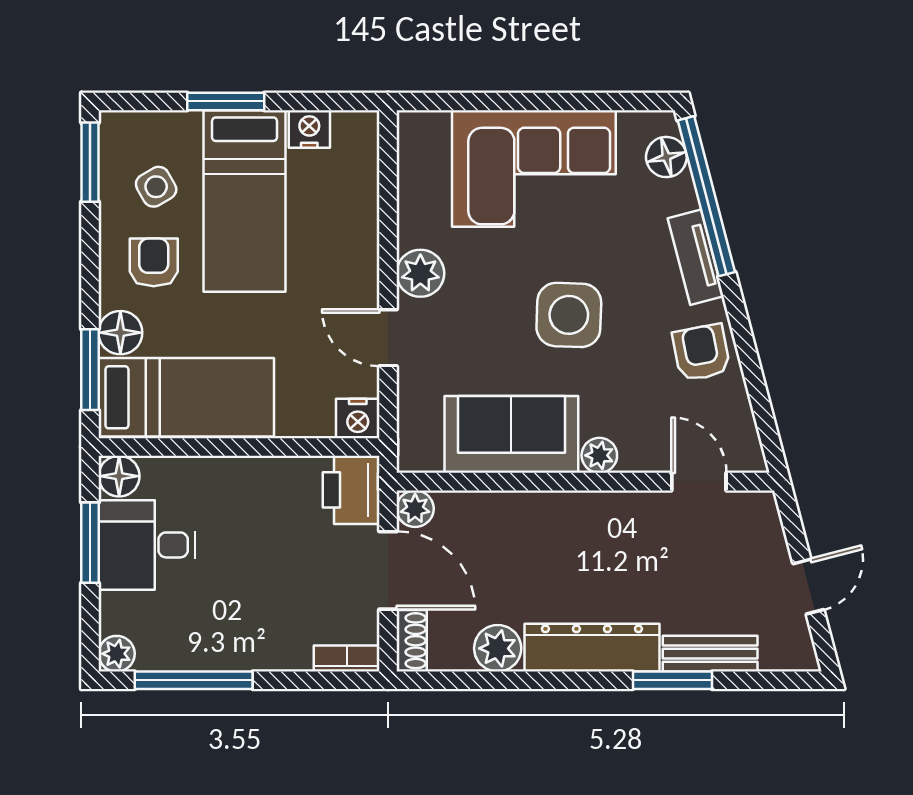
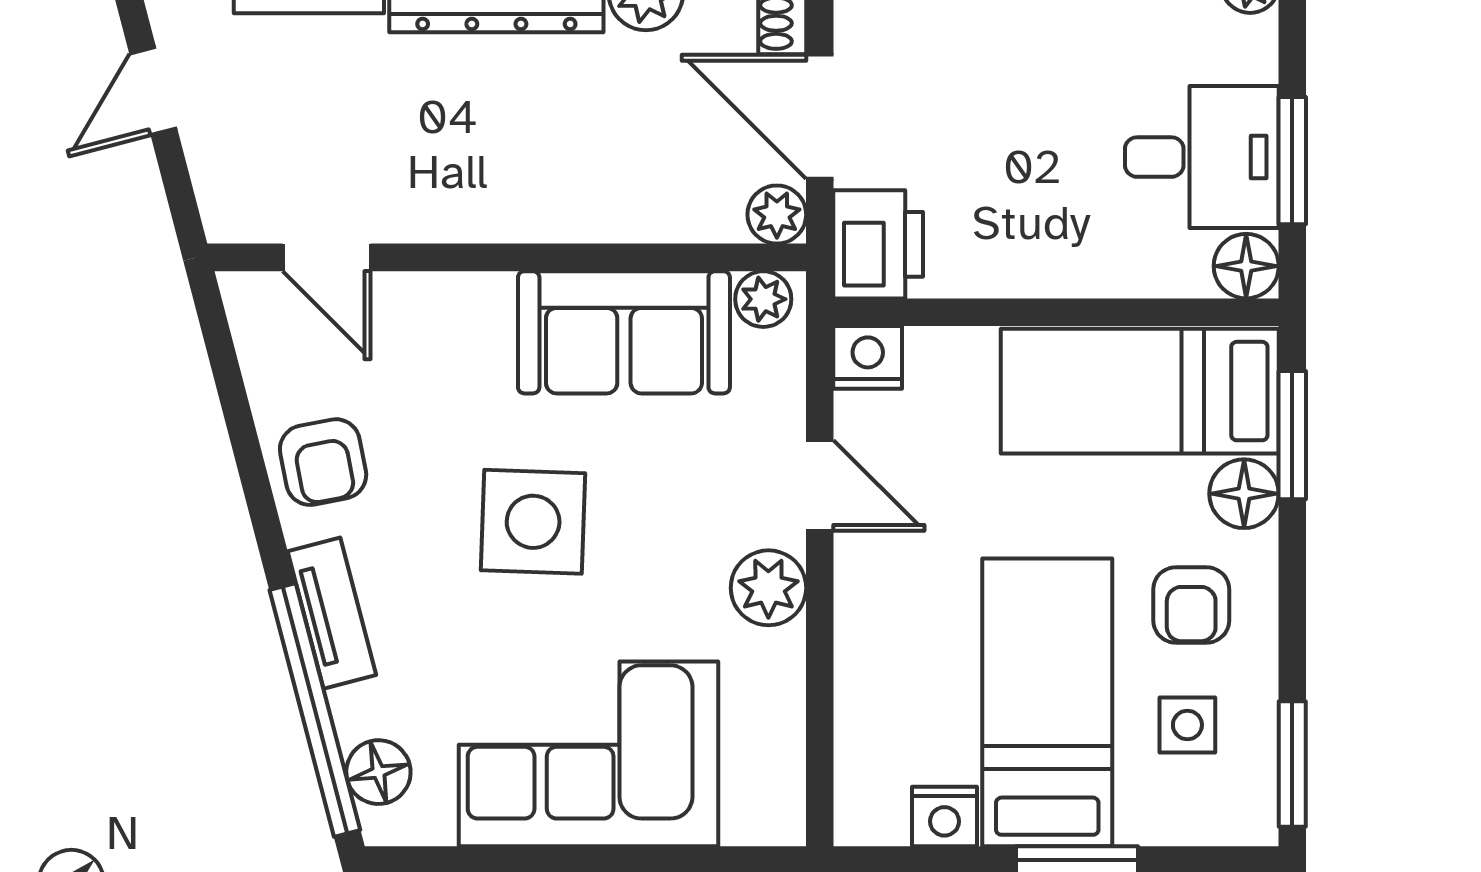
side table: (156, 187) -> (1187, 725), turned 30
plant: (599, 455) -> (763, 299), moved

